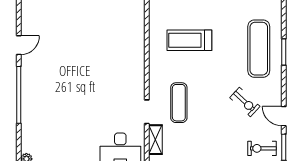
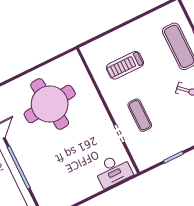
round table: (86, 42) -> (50, 104), added
shelving: (155, 140) -> (136, 151), removed

